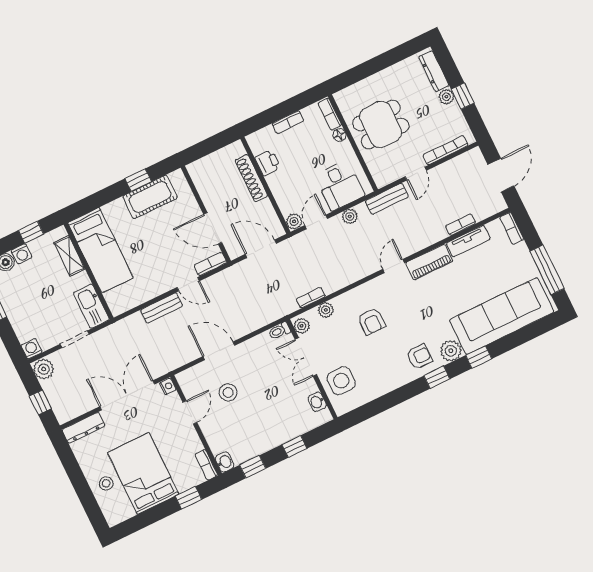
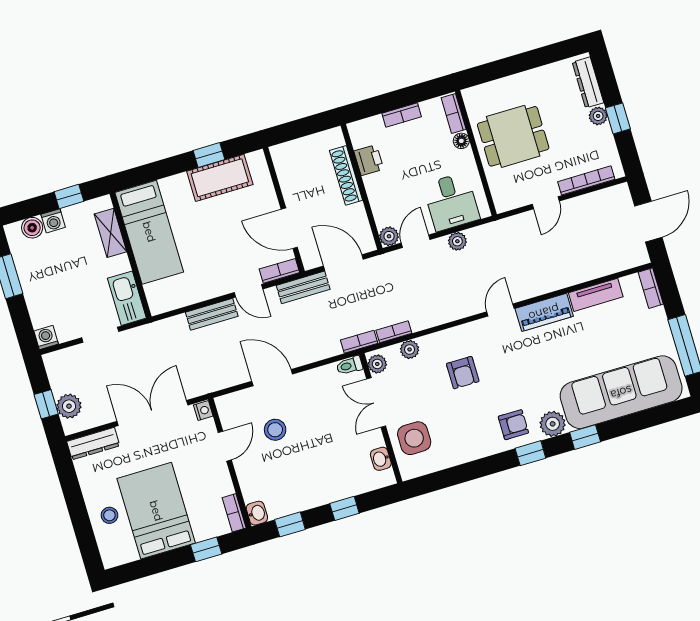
bench: (387, 199) -> (303, 287), moved
bookcase: (461, 225) -> (359, 342), moved
plant: (44, 369) -> (69, 406), moved

